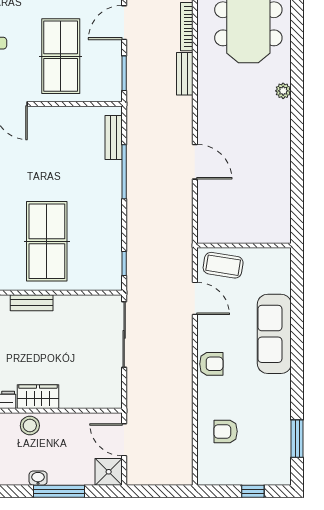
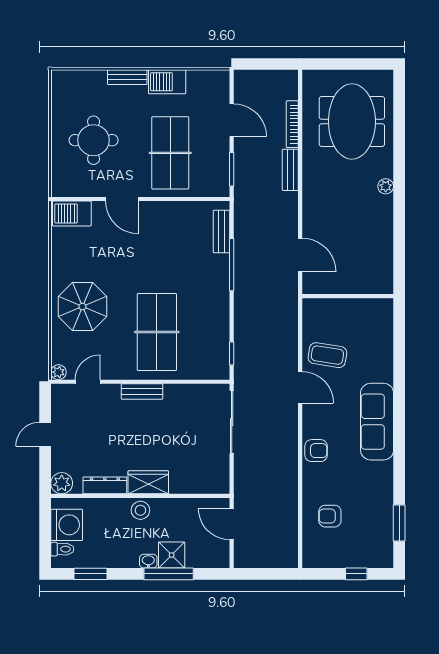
door: (124, 23) -> (232, 120), swing flipped
wall: (244, 245) -> (348, 296), moved
shower: (109, 472) -> (172, 555), moved

